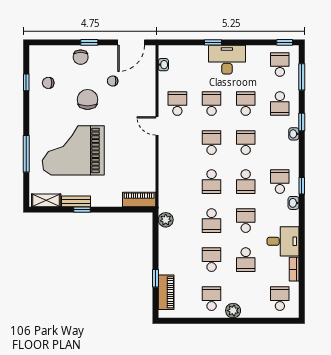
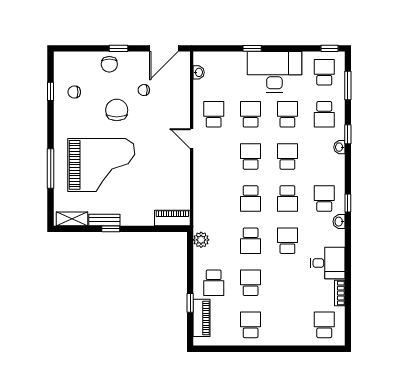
desk: (227, 60) -> (274, 72), width x1.36, depth x1.30
grand piano: (73, 150) -> (101, 165), turned 180
school desk: (246, 260) -> (214, 283), moved
plant: (233, 311) -> (274, 338), removed

